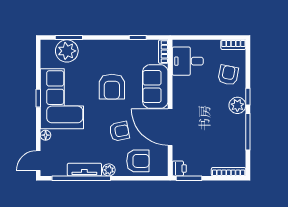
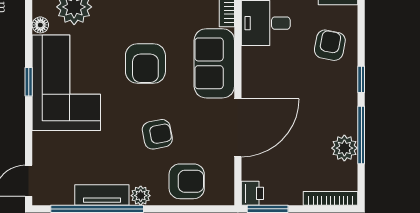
plant: (237, 105) -> (344, 148), moved
door: (170, 127) -> (238, 128), swing flipped
floor lamp: (46, 135) -> (40, 25), moved

